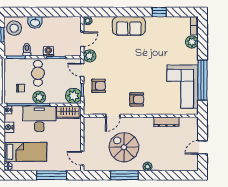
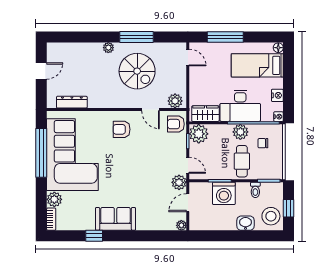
sofa: (129, 26) -> (116, 219), moved
washing machine: (48, 51) -> (224, 193), width x1.89, depth x1.89
armchair: (99, 86) -> (176, 124), moved
corner sofa: (183, 87) -> (72, 155), width x1.36, depth x1.36
door: (113, 116) -> (151, 109), swing flipped
dresser: (166, 122) -> (72, 102), moved
plant: (93, 123) -> (175, 101), added

